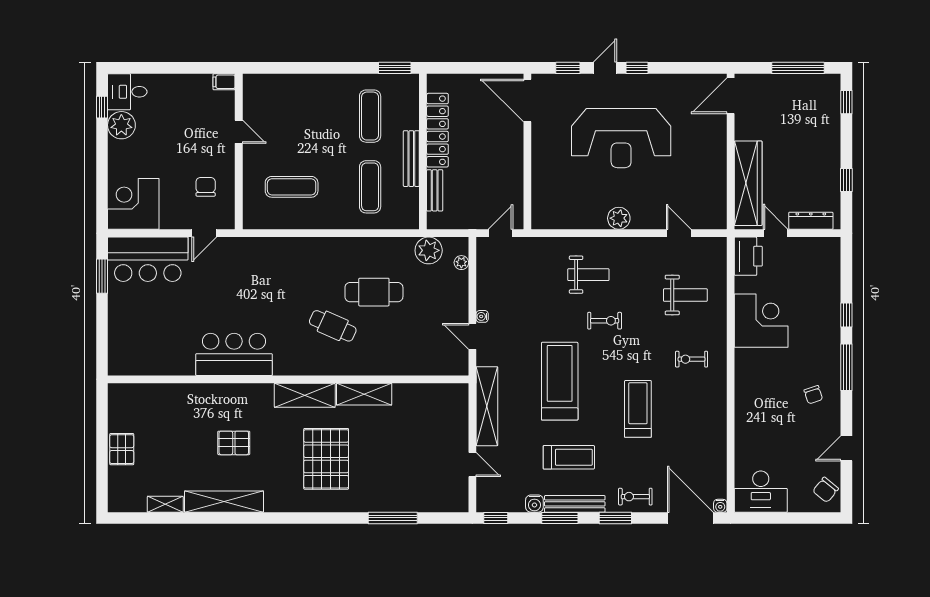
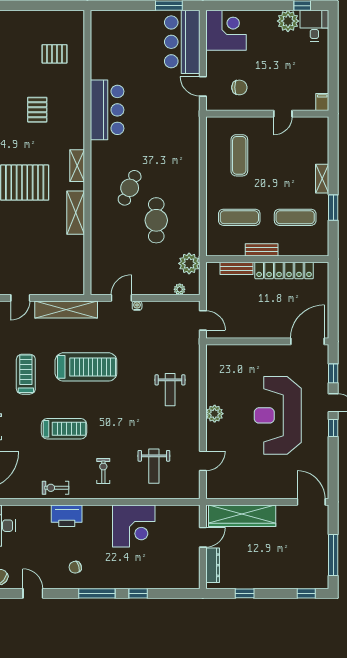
window: (395, 68) -> (333, 208), moved
shelving: (321, 82) -> (322, 179), added
bench: (411, 159) -> (262, 250), width x0.73
printer: (748, 256) -> (67, 516), moved
exercise bike: (605, 321) -> (56, 488), moved, turned 90
shelving: (305, 395) -> (77, 166), width x0.67, depth x0.75
pallet: (122, 449) -> (54, 54), moved
treadmill: (569, 457) -> (26, 374), turned 180

